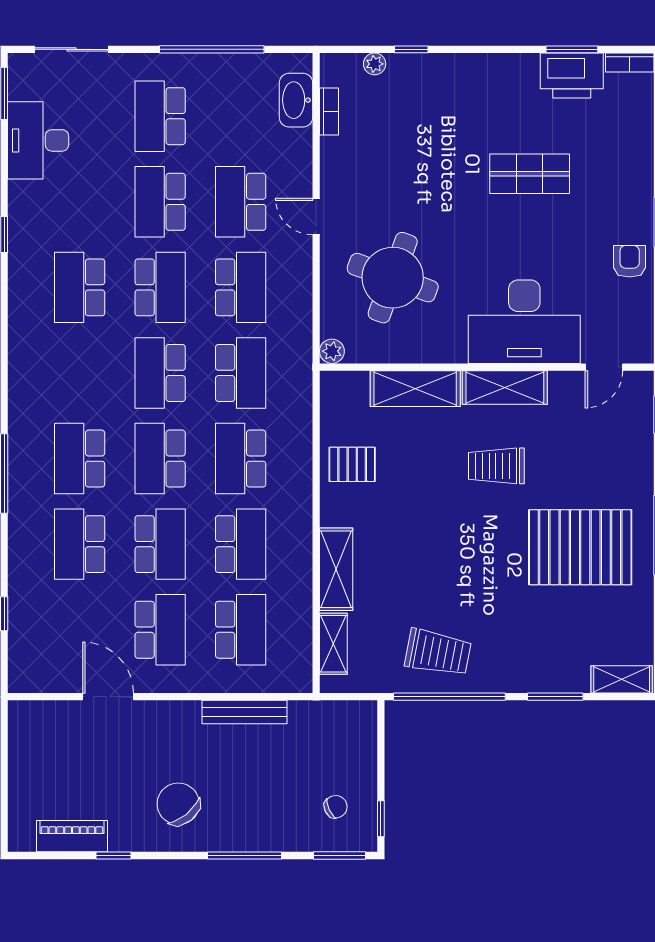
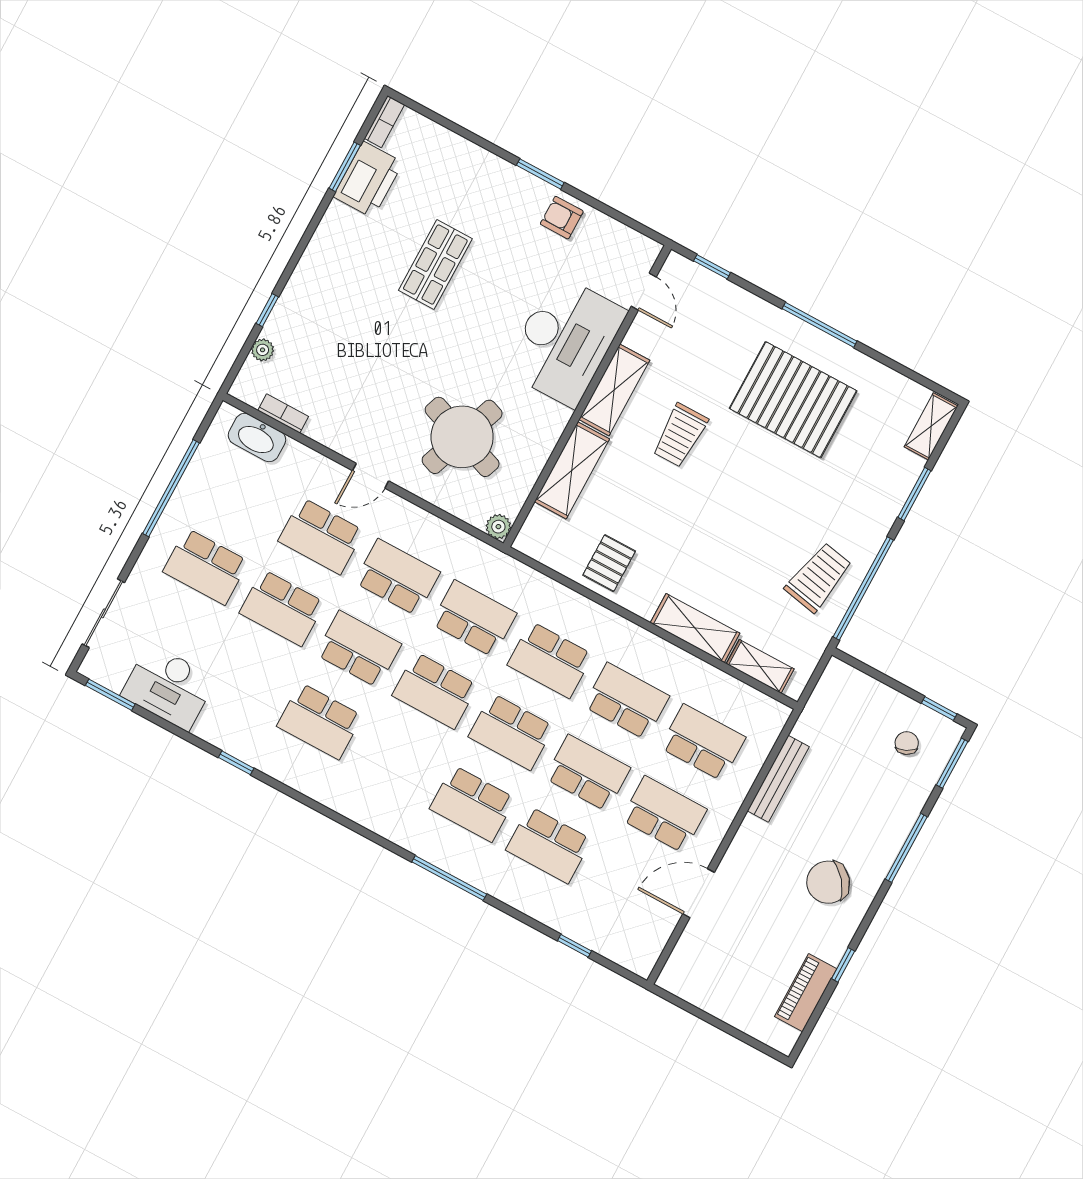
pallet: (580, 547) -> (793, 400), turned 90

